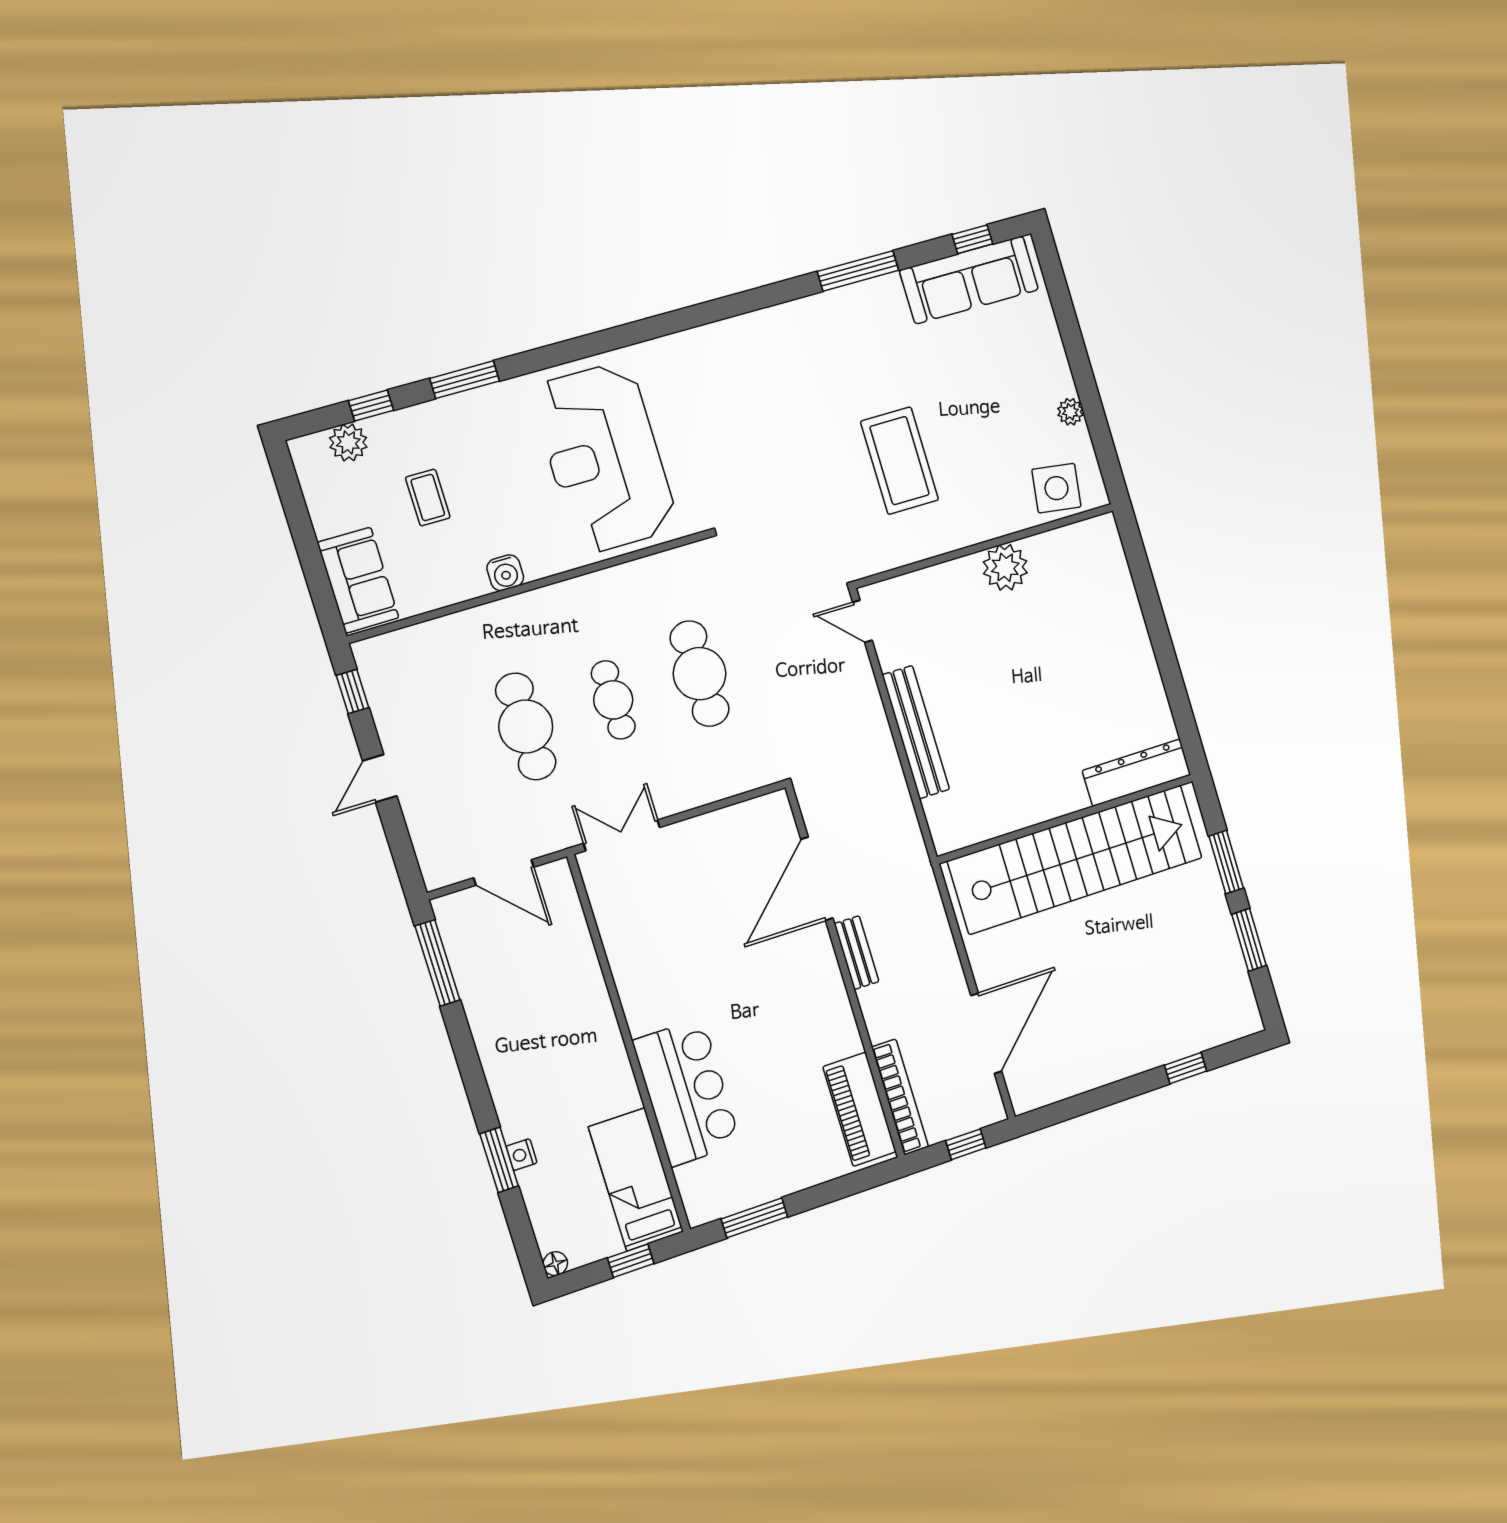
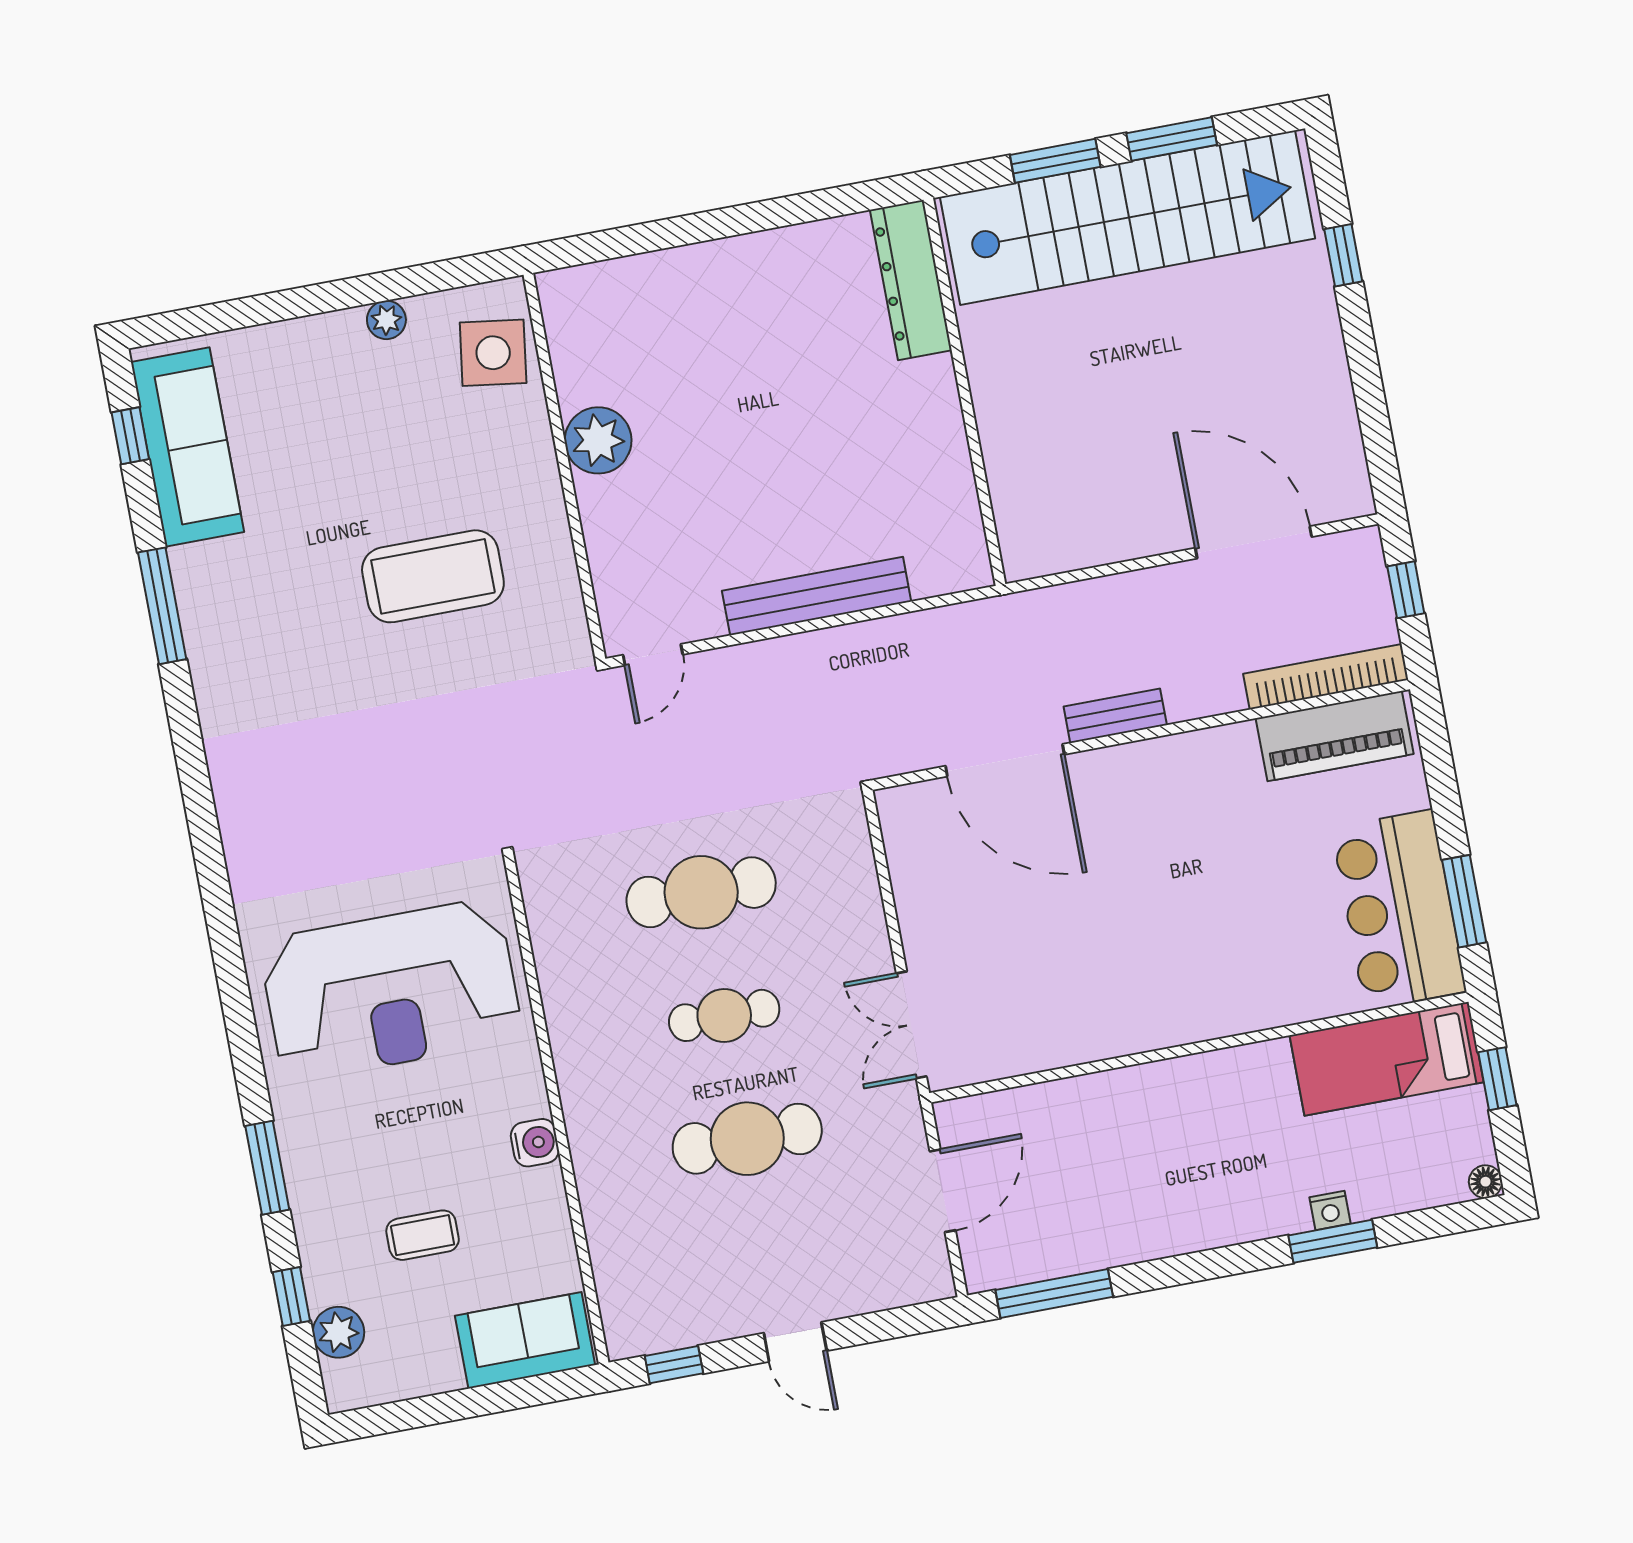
stairs: (1076, 859) -> (1128, 218), moved, turned 90
bar counter: (687, 1092) -> (1399, 910), moved, turned -90

